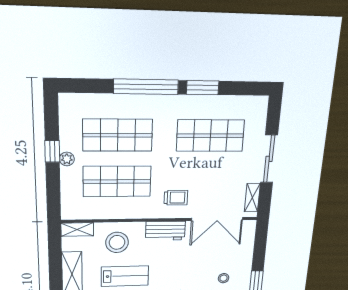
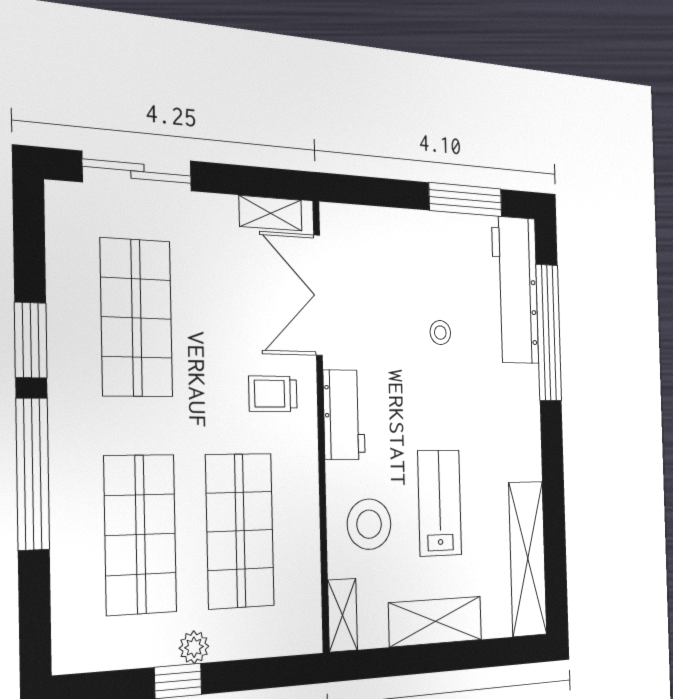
sliding door: (269, 159) -> (137, 171), moved
trolley: (176, 198) -> (273, 394), turned -90
double door: (217, 219) -> (318, 295), swing flipped
stool: (224, 278) -> (440, 333), moved

